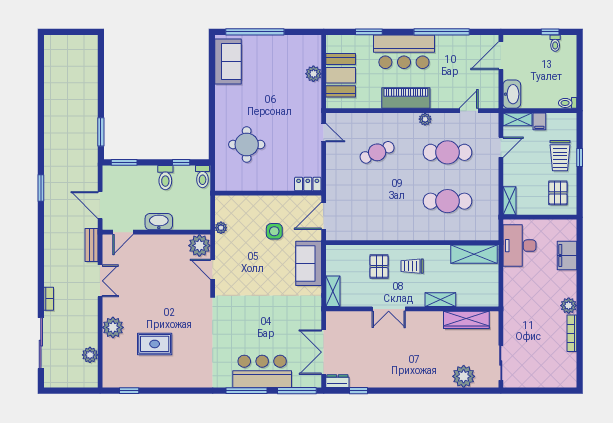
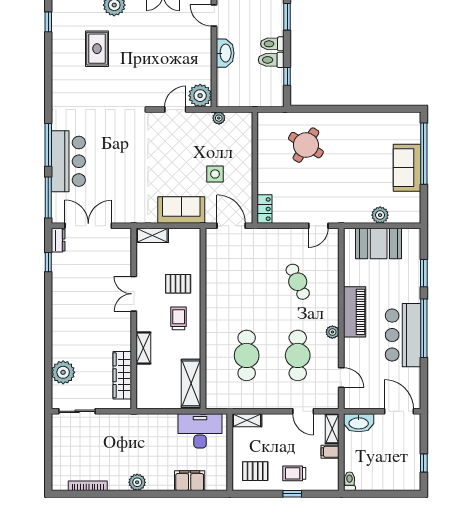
window: (442, 32) -> (424, 328), moved
toilet: (555, 43) -> (412, 468), removed
bar counter: (404, 52) -> (403, 335), moved
sofa: (228, 61) -> (407, 168), moved, turned 90
round table: (247, 144) -> (306, 145), turned 32
trolley: (560, 156) -> (294, 473), width x0.73, depth x0.72
toilet: (203, 177) -> (272, 44), moved
bookcase: (572, 333) -> (88, 486), moved

